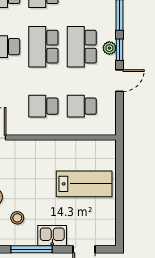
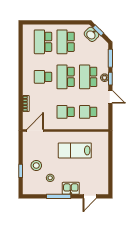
door: (119, 81) -> (110, 97), hinge flipped
lab bench: (84, 184) -> (75, 150), moved, turned 180

